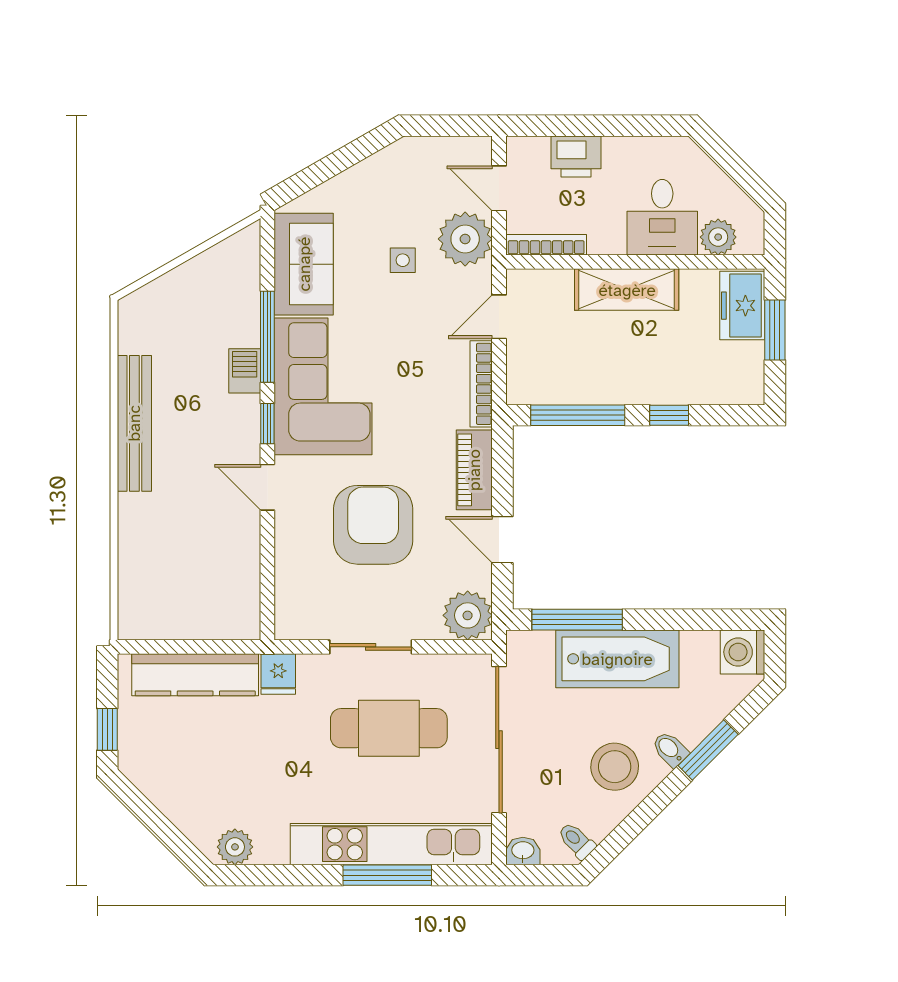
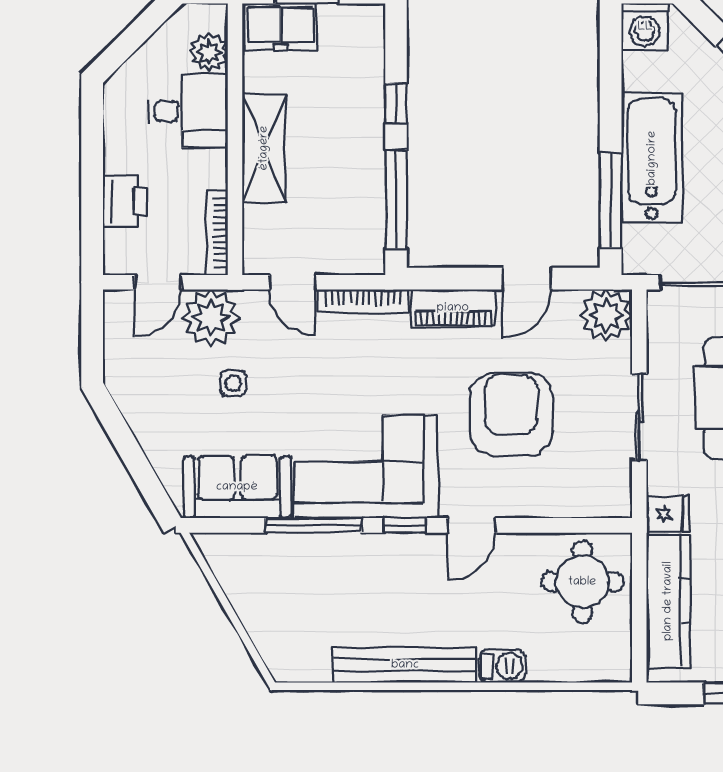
barbecue: (245, 371) -> (502, 666), moved, turned 180
armchair: (373, 525) -> (511, 414), turned 90
round table: (214, 593) -> (582, 582), added

